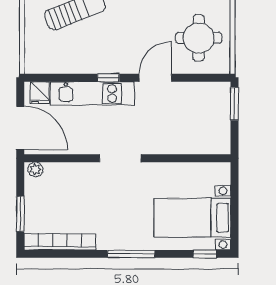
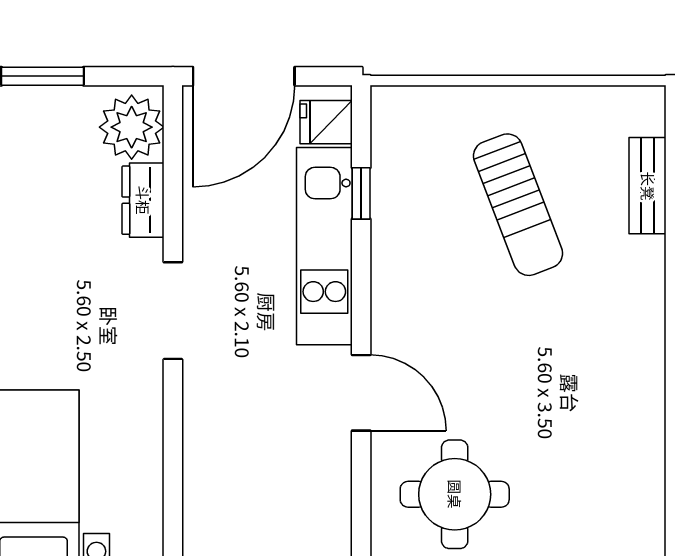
window: (108, 78) -> (361, 193), moved
plant: (35, 169) -> (132, 127), width x1.88, depth x1.88
dresser: (73, 171) -> (143, 200), added

